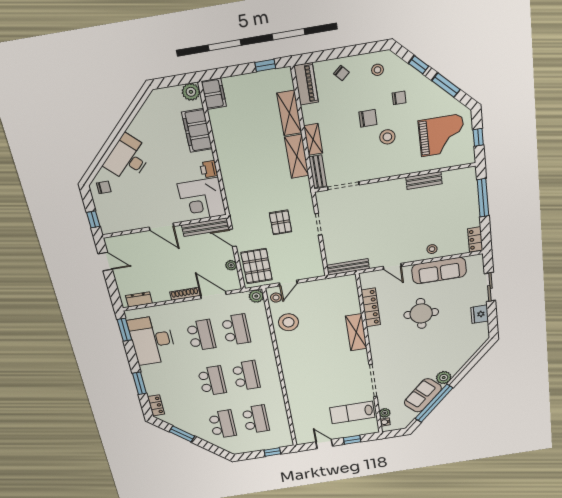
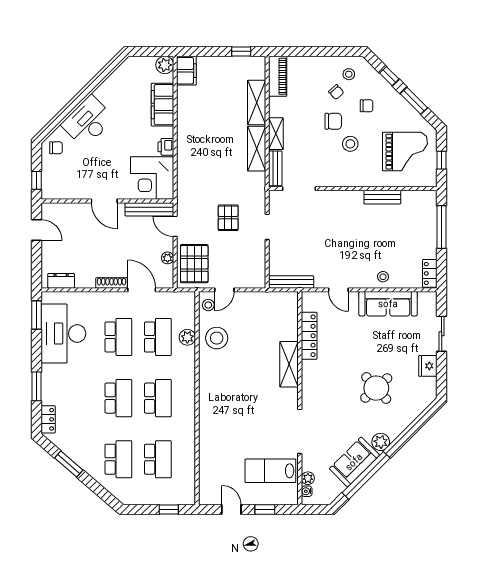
chair: (341, 73) -> (336, 92), moved
plant: (256, 296) -> (187, 337), moved
round table: (421, 313) -> (376, 388), moved, turned 45

